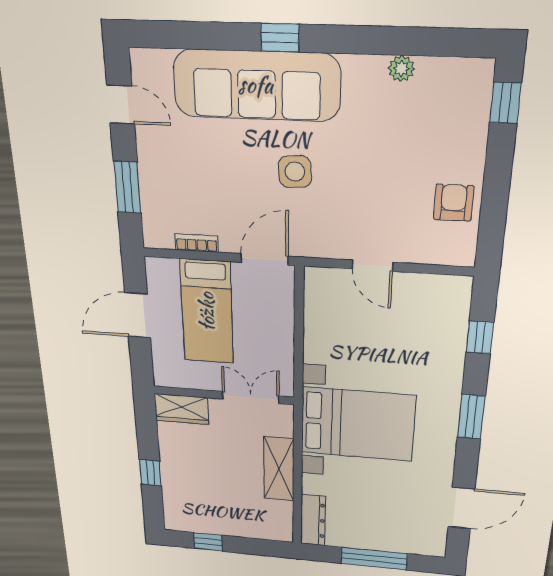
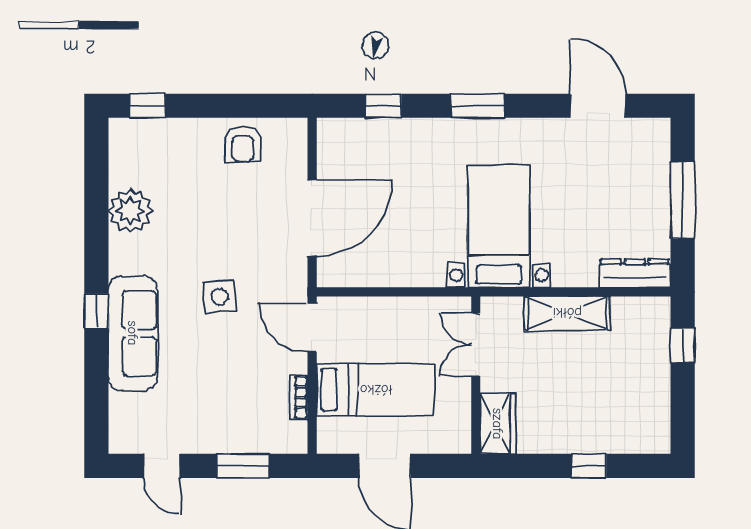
plant: (401, 68) -> (130, 211), width x1.87, depth x1.87
sofa: (256, 85) -> (133, 333), width x0.74, depth x0.79
door: (121, 105) -> (162, 466), swing flipped
armchair: (454, 203) -> (243, 144), turned -90
door: (372, 266) -> (312, 218), width x1.87
bed with nightstands: (357, 424) -> (499, 226), width x0.73
window: (208, 542) -> (683, 346), moved

